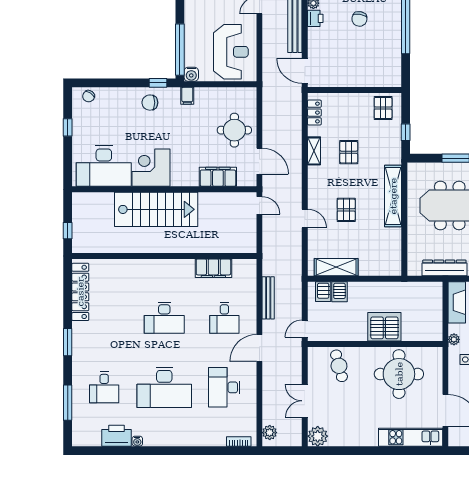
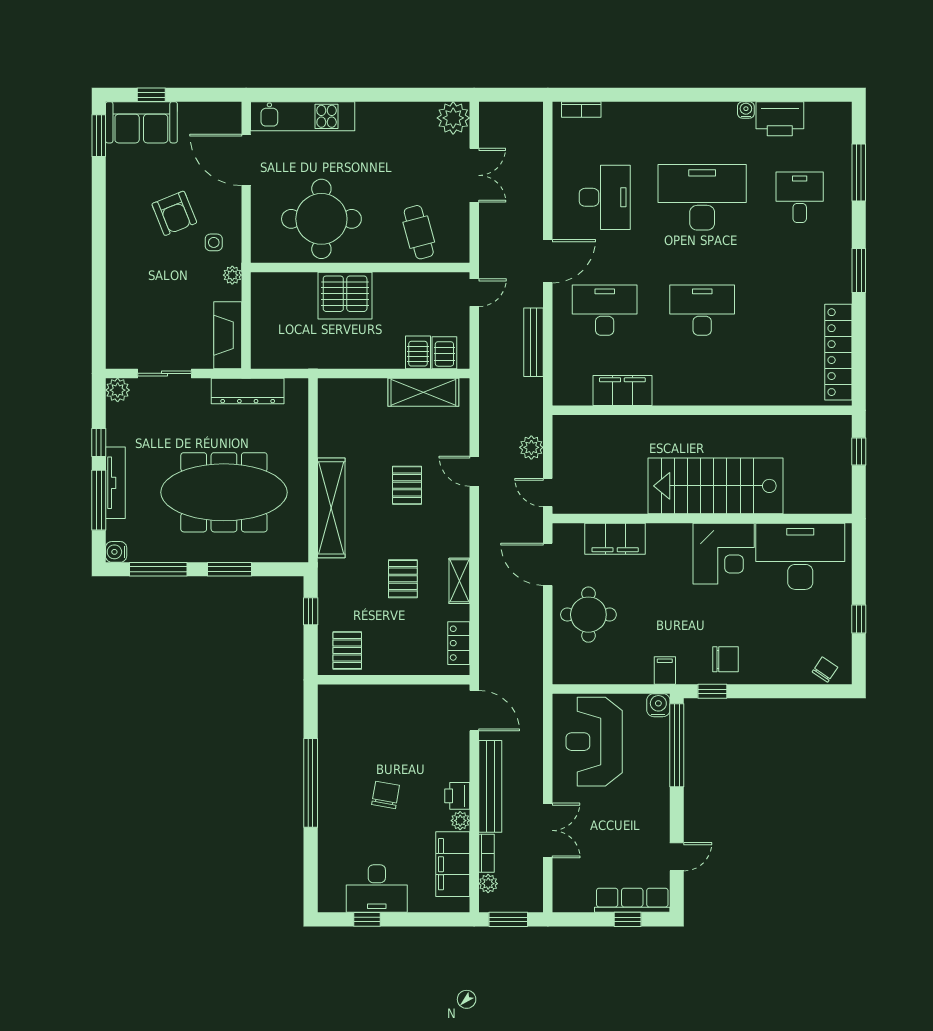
desk: (224, 318) -> (605, 310), width x1.37
plant: (270, 433) -> (531, 447), moved

